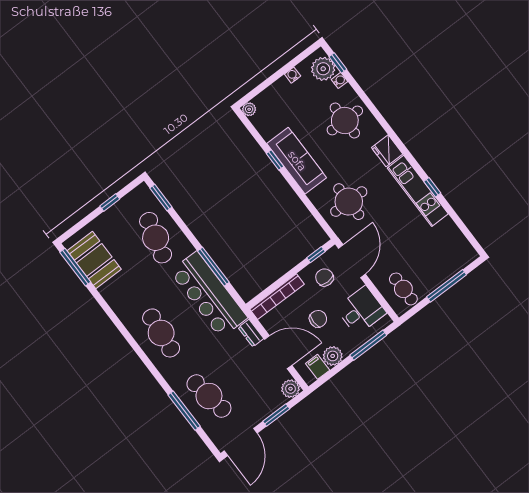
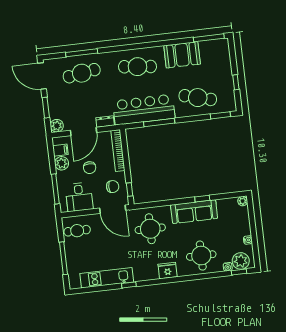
kitchen unit: (418, 191) -> (107, 278), moved
booth: (94, 260) -> (182, 55), moved

